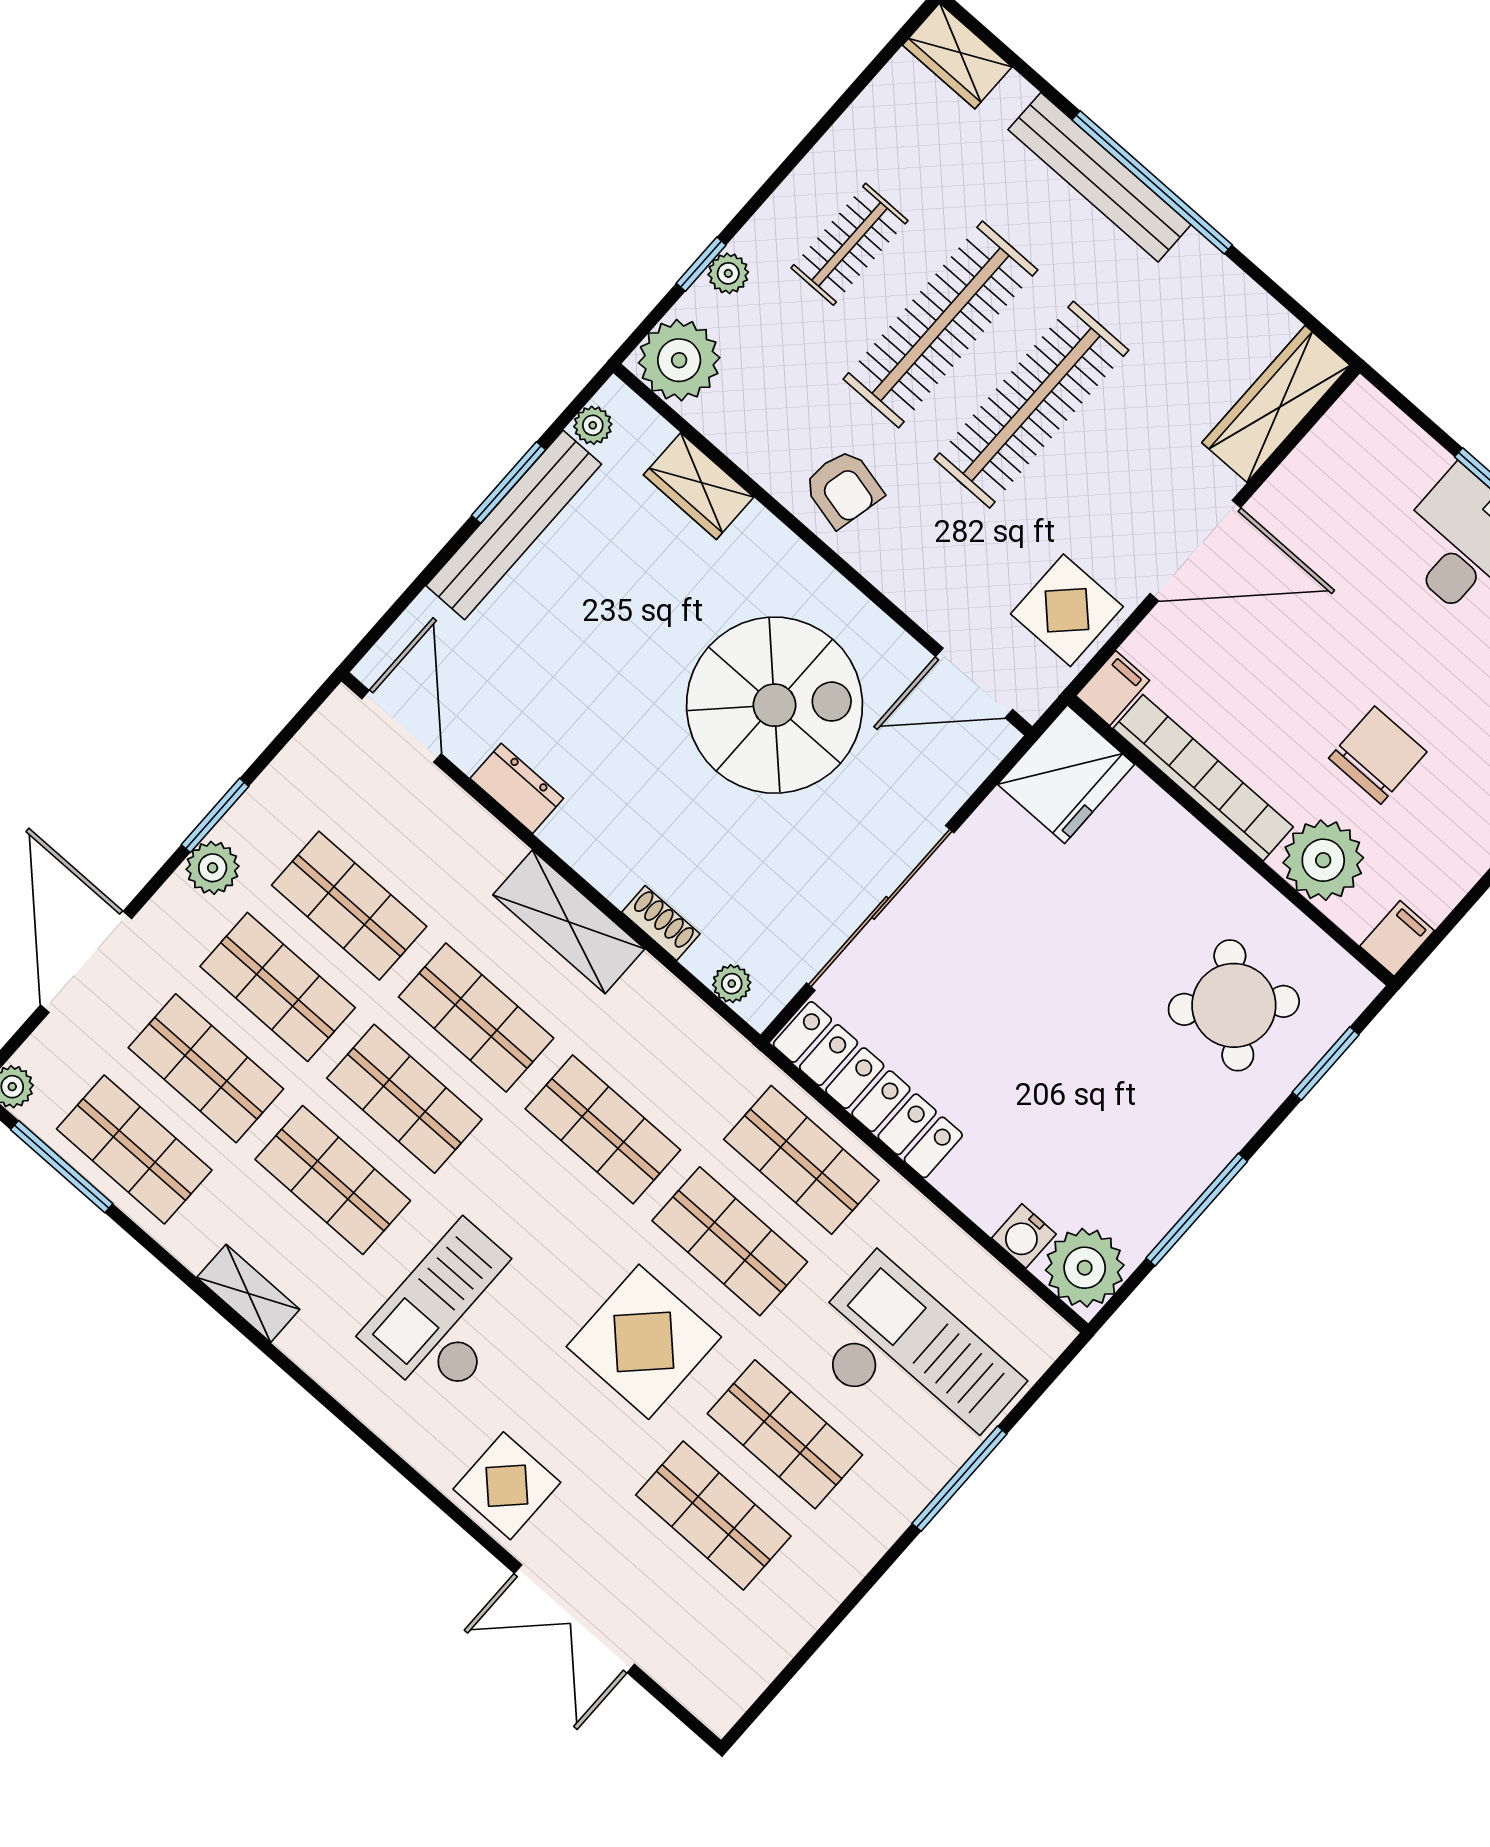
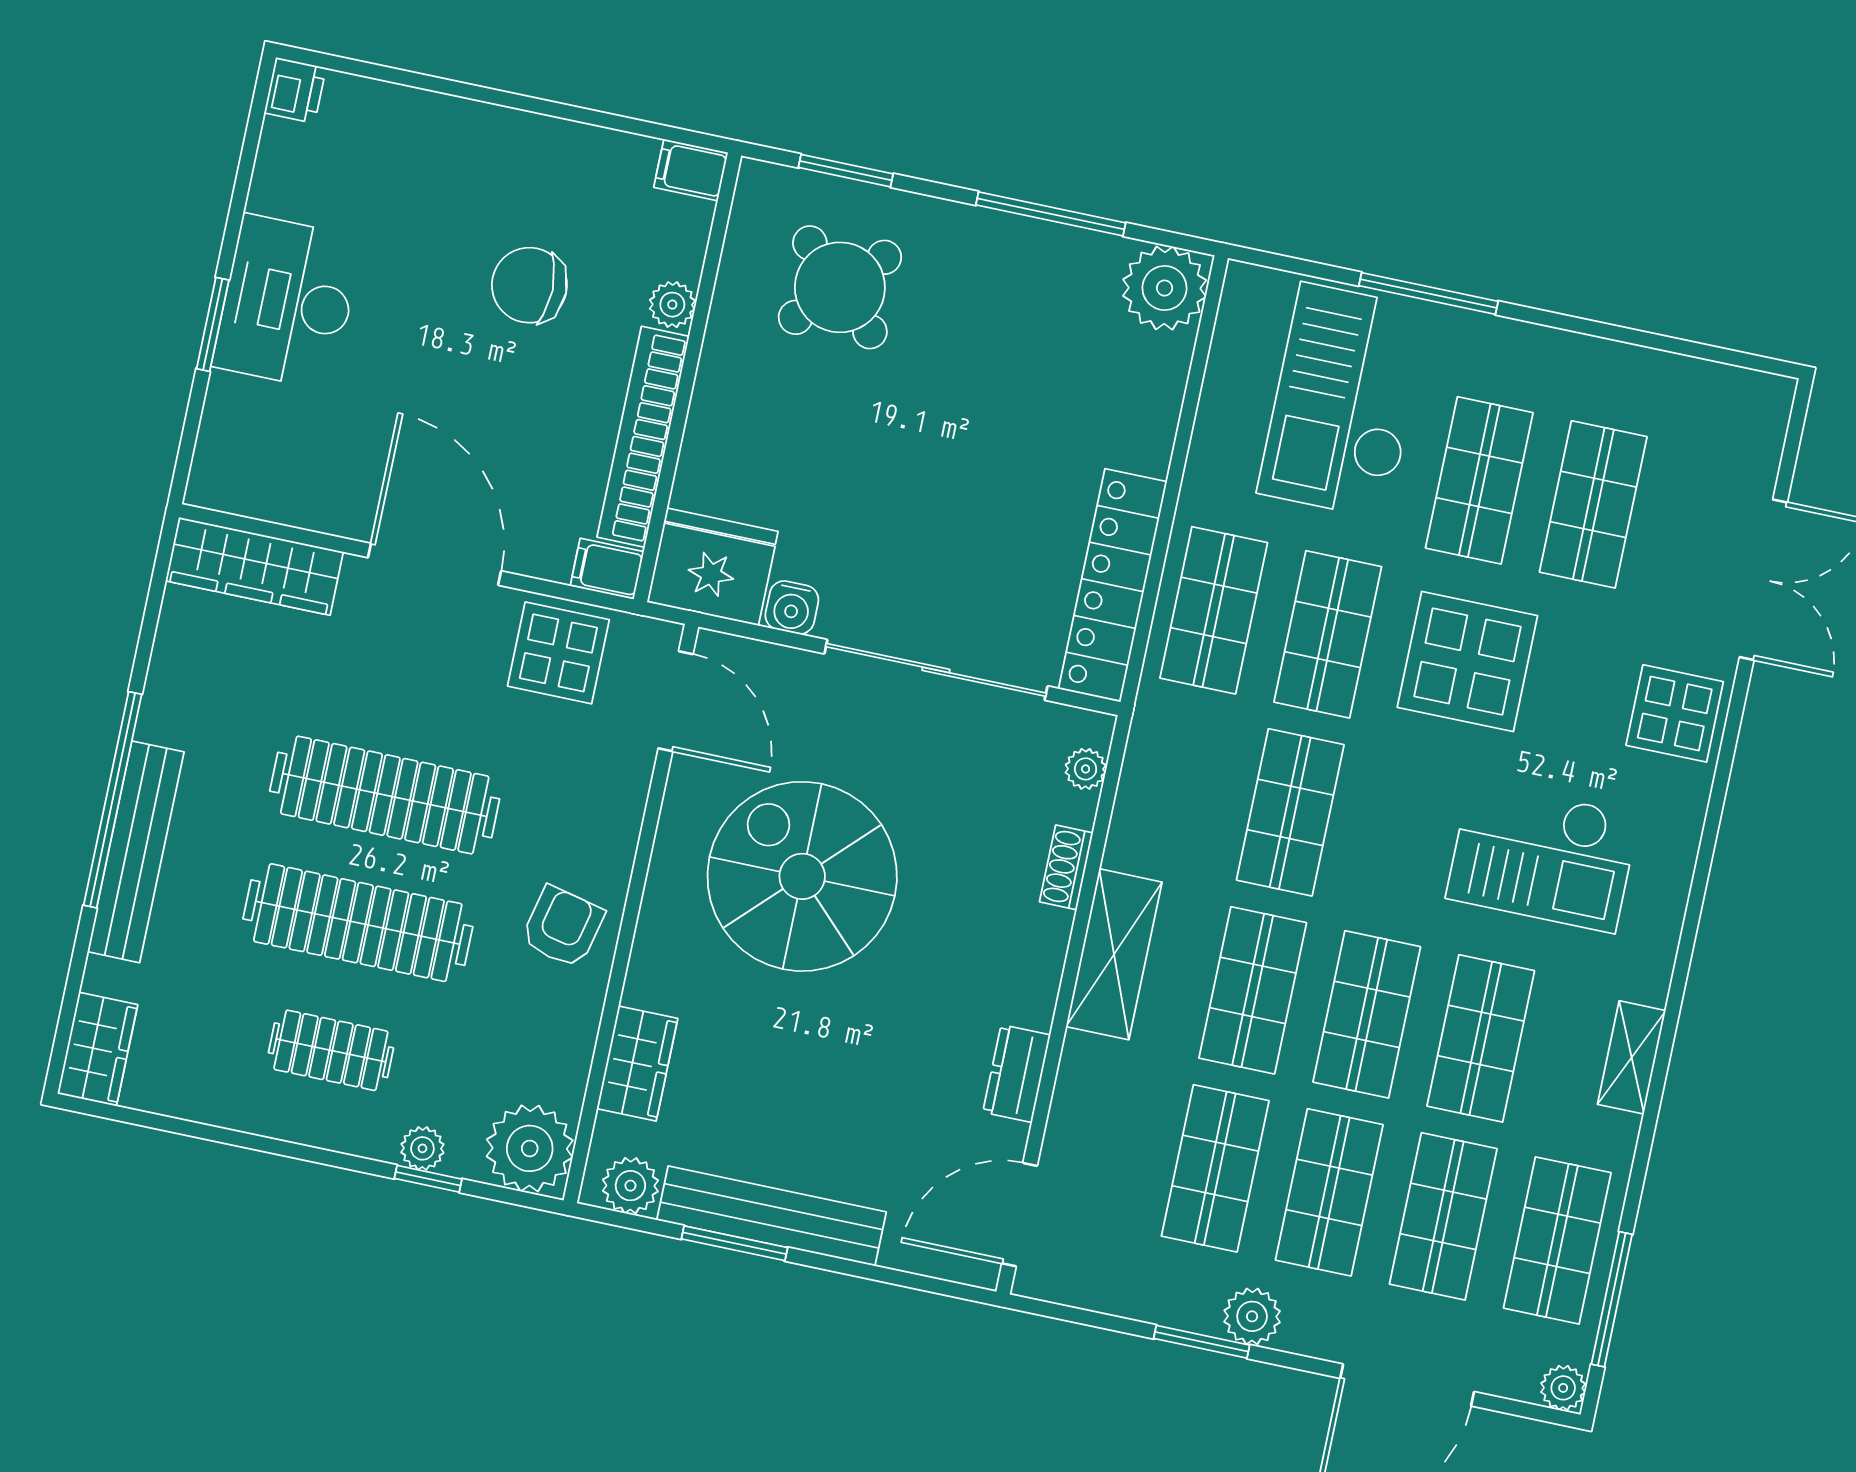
plant: (593, 425) -> (630, 1186), width x1.38, depth x1.38
plant: (1323, 860) -> (672, 305), width x0.53, depth x0.53
water cooler: (1024, 1236) -> (792, 608), moved, turned 90

